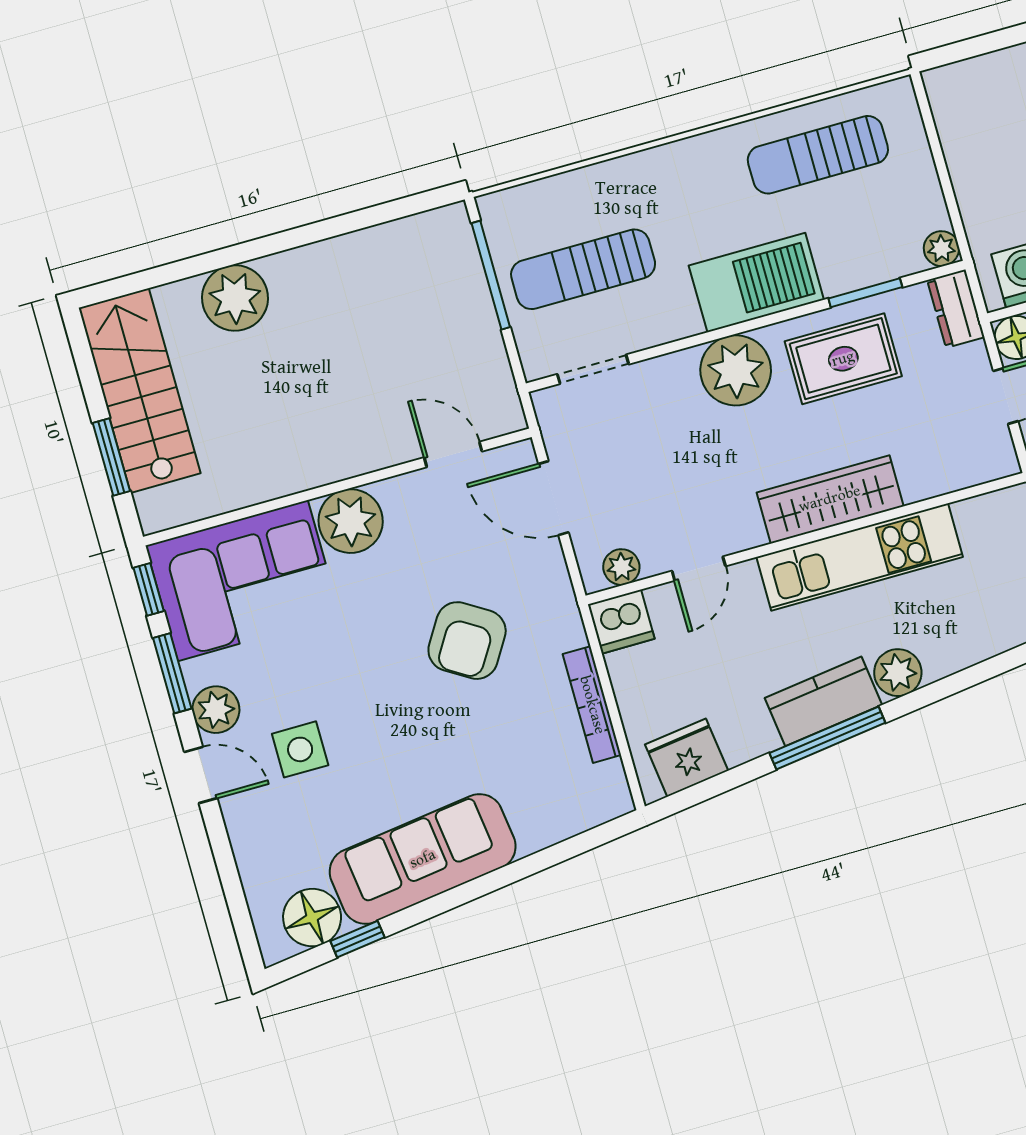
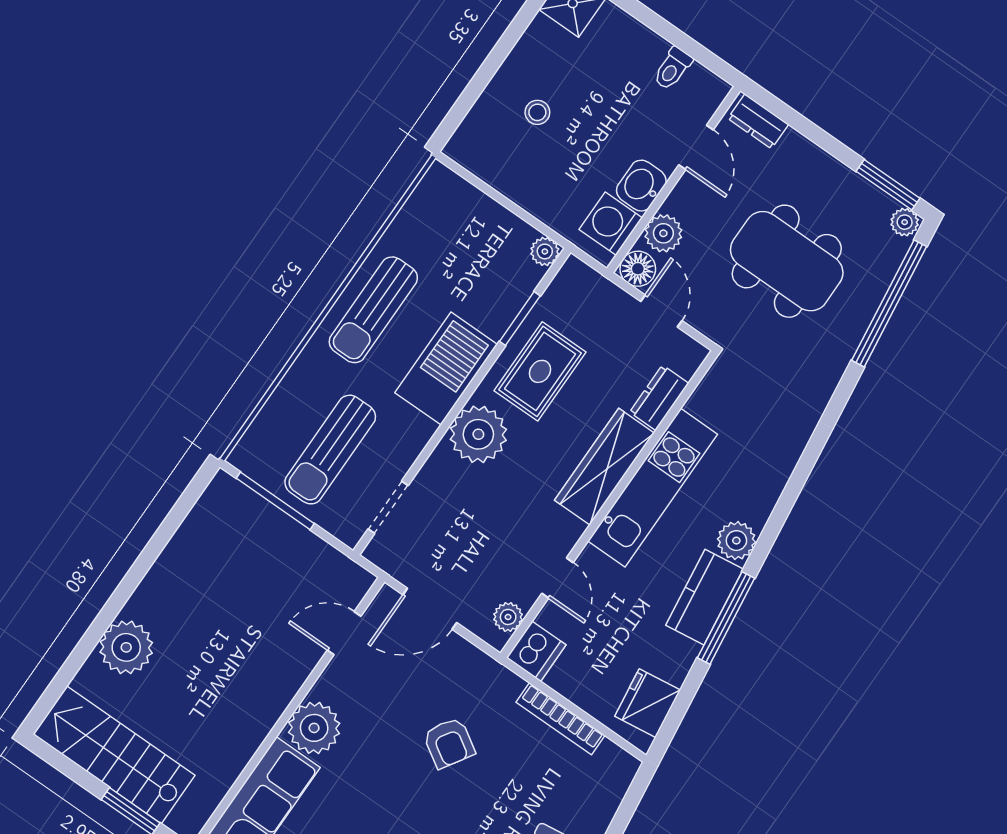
sun lounger: (818, 155) -> (373, 310), moved
dresser: (956, 309) -> (659, 398), moved, turned 90
armchair: (467, 641) -> (449, 743), width x0.72, depth x0.72

